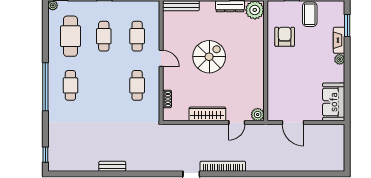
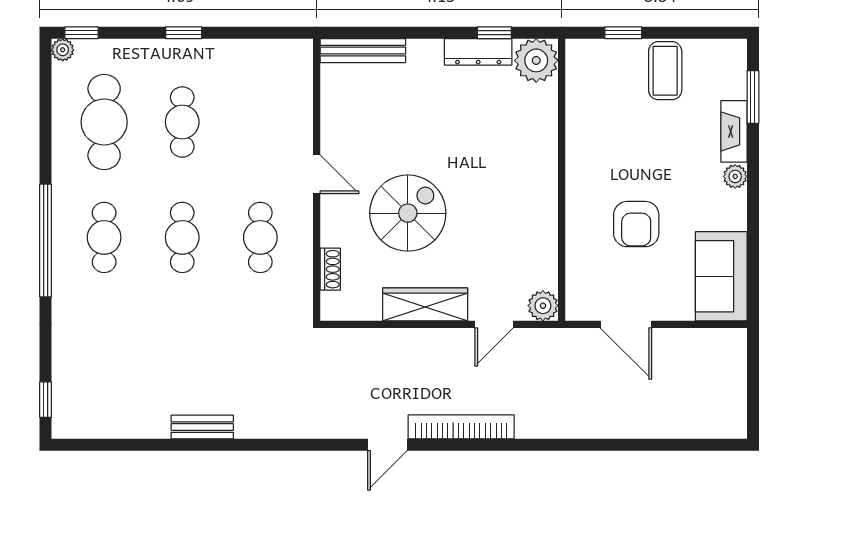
cafe table: (137, 36) -> (182, 237), moved
armchair: (285, 37) -> (636, 224), moved, turned 180
spiral stairs: (209, 57) -> (408, 213), moved

